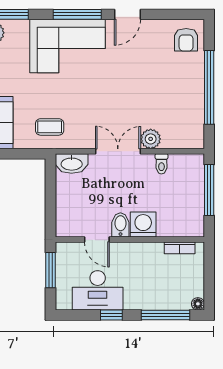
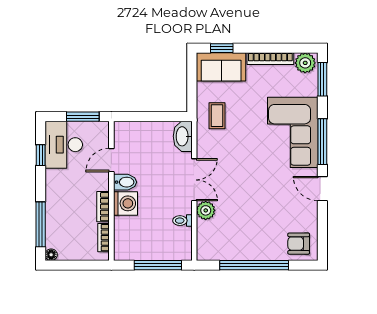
bookcase: (147, 248) -> (103, 207), added
desk: (98, 290) -> (64, 145), moved
window: (111, 315) -> (41, 155), moved

